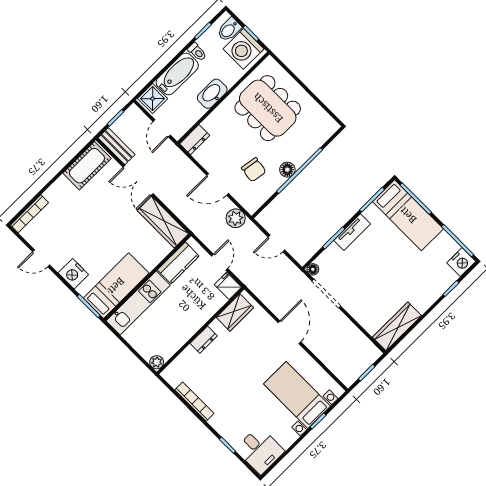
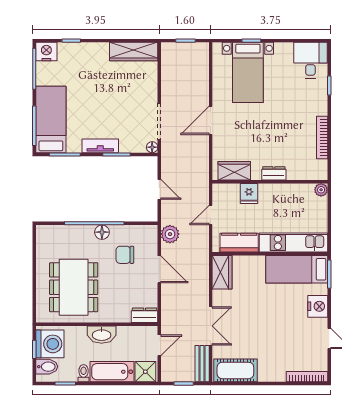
chair: (254, 170) -> (125, 255), turned -99
wardrobe: (163, 222) -> (222, 272), width x0.67
fridge: (228, 286) -> (249, 193), moved

